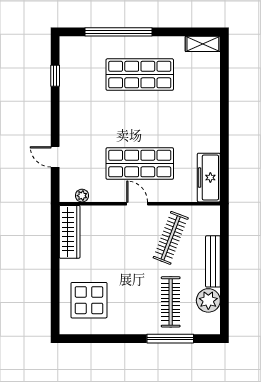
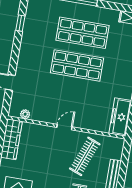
shop shelf: (140, 164) -> (77, 65), moved
door: (137, 204) -> (64, 127), hinge flipped

